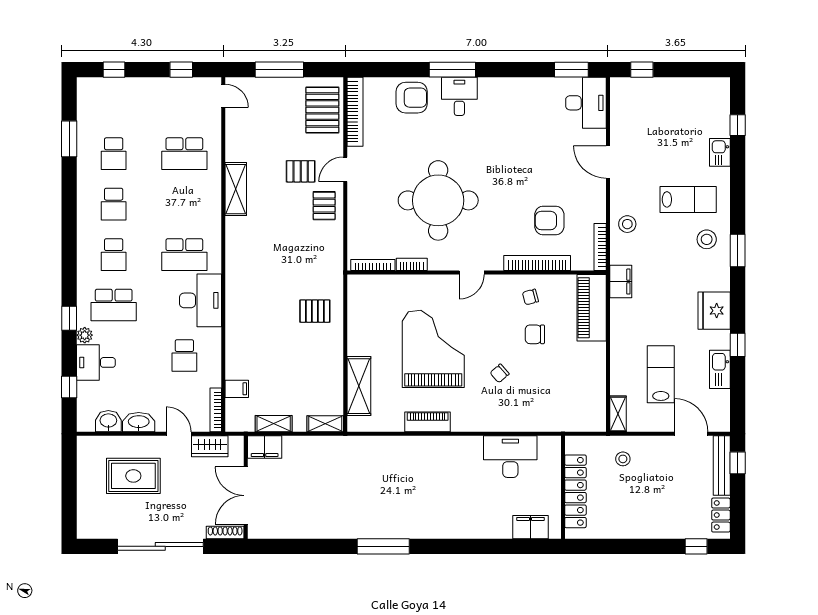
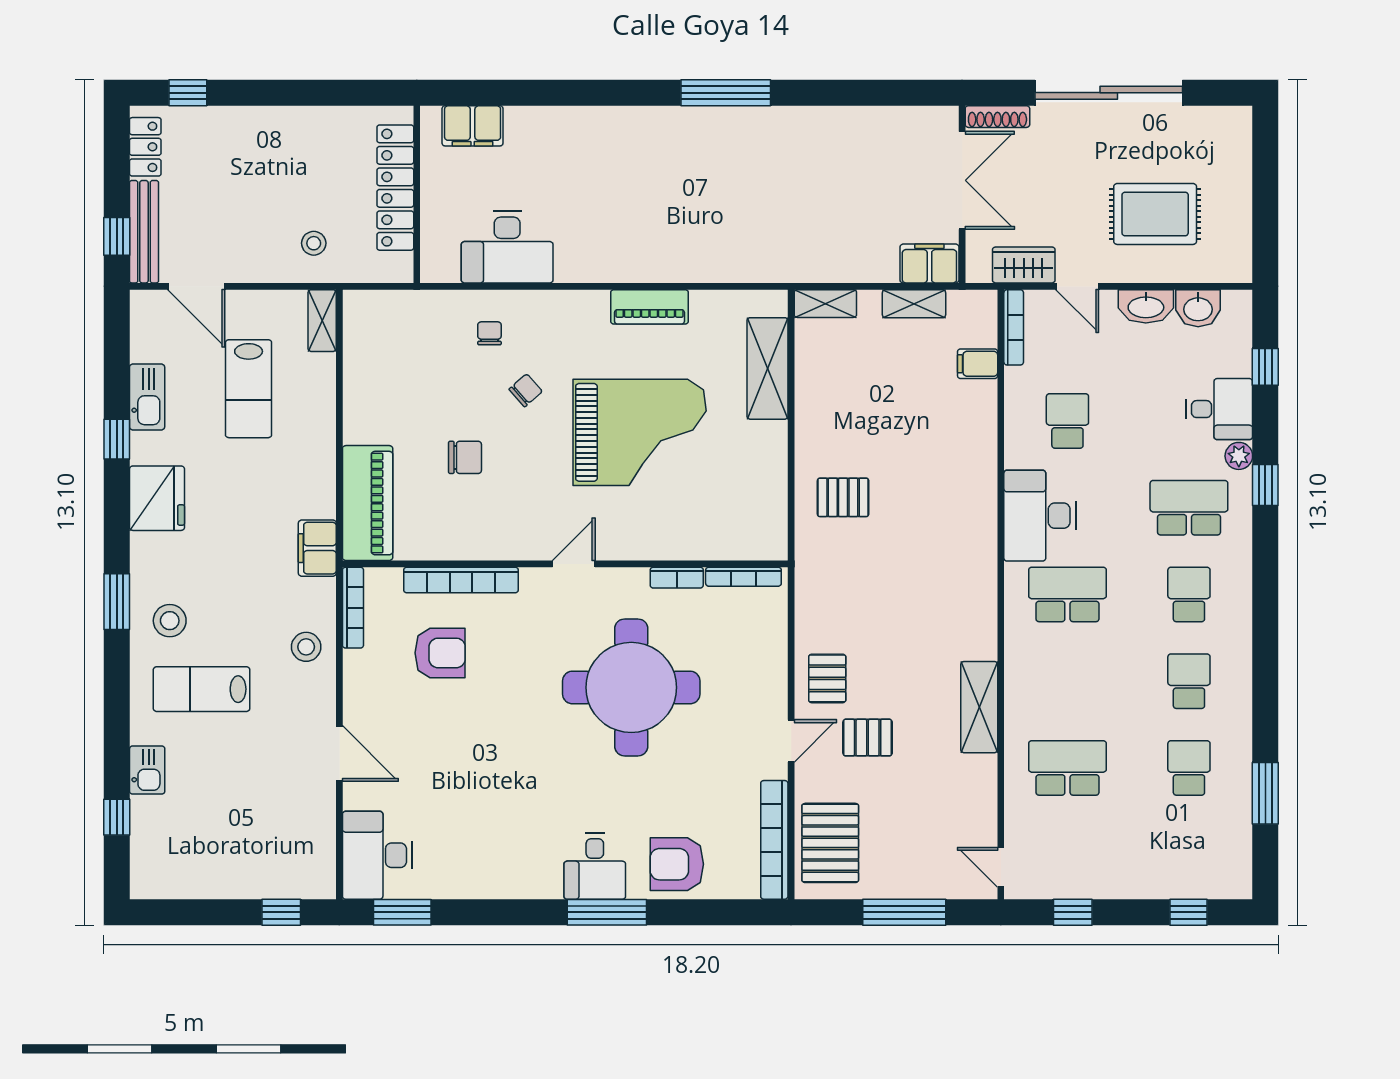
chair: (530, 297) -> (489, 333), moved, turned -75
grand piano: (433, 349) -> (640, 432), turned -90

